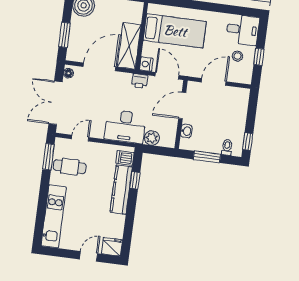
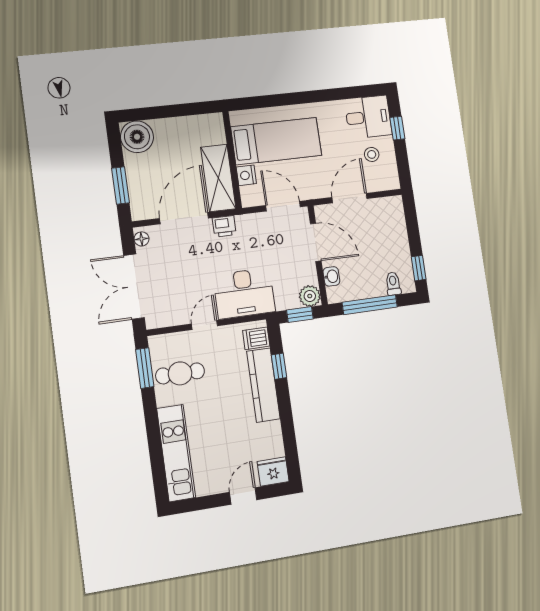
window: (259, 57) -> (397, 128), moved
nightstand: (146, 64) -> (246, 175), moved
printer: (140, 81) -> (224, 226), moved
door: (182, 105) -> (316, 242), swing flipped
door: (80, 138) -> (204, 325), moved
plant: (152, 138) -> (310, 296), moved
window: (158, 150) -> (300, 315), added
window: (207, 157) -> (370, 305), width x1.44

